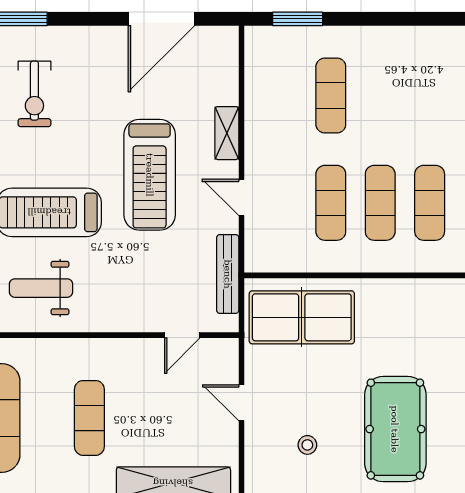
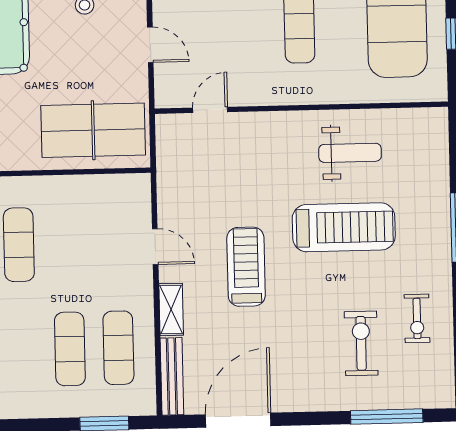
treadmill: (150, 175) -> (246, 267), width x0.73, depth x0.73
exercise mat: (331, 203) -> (118, 348), moved
bench: (228, 274) -> (172, 376), moved

